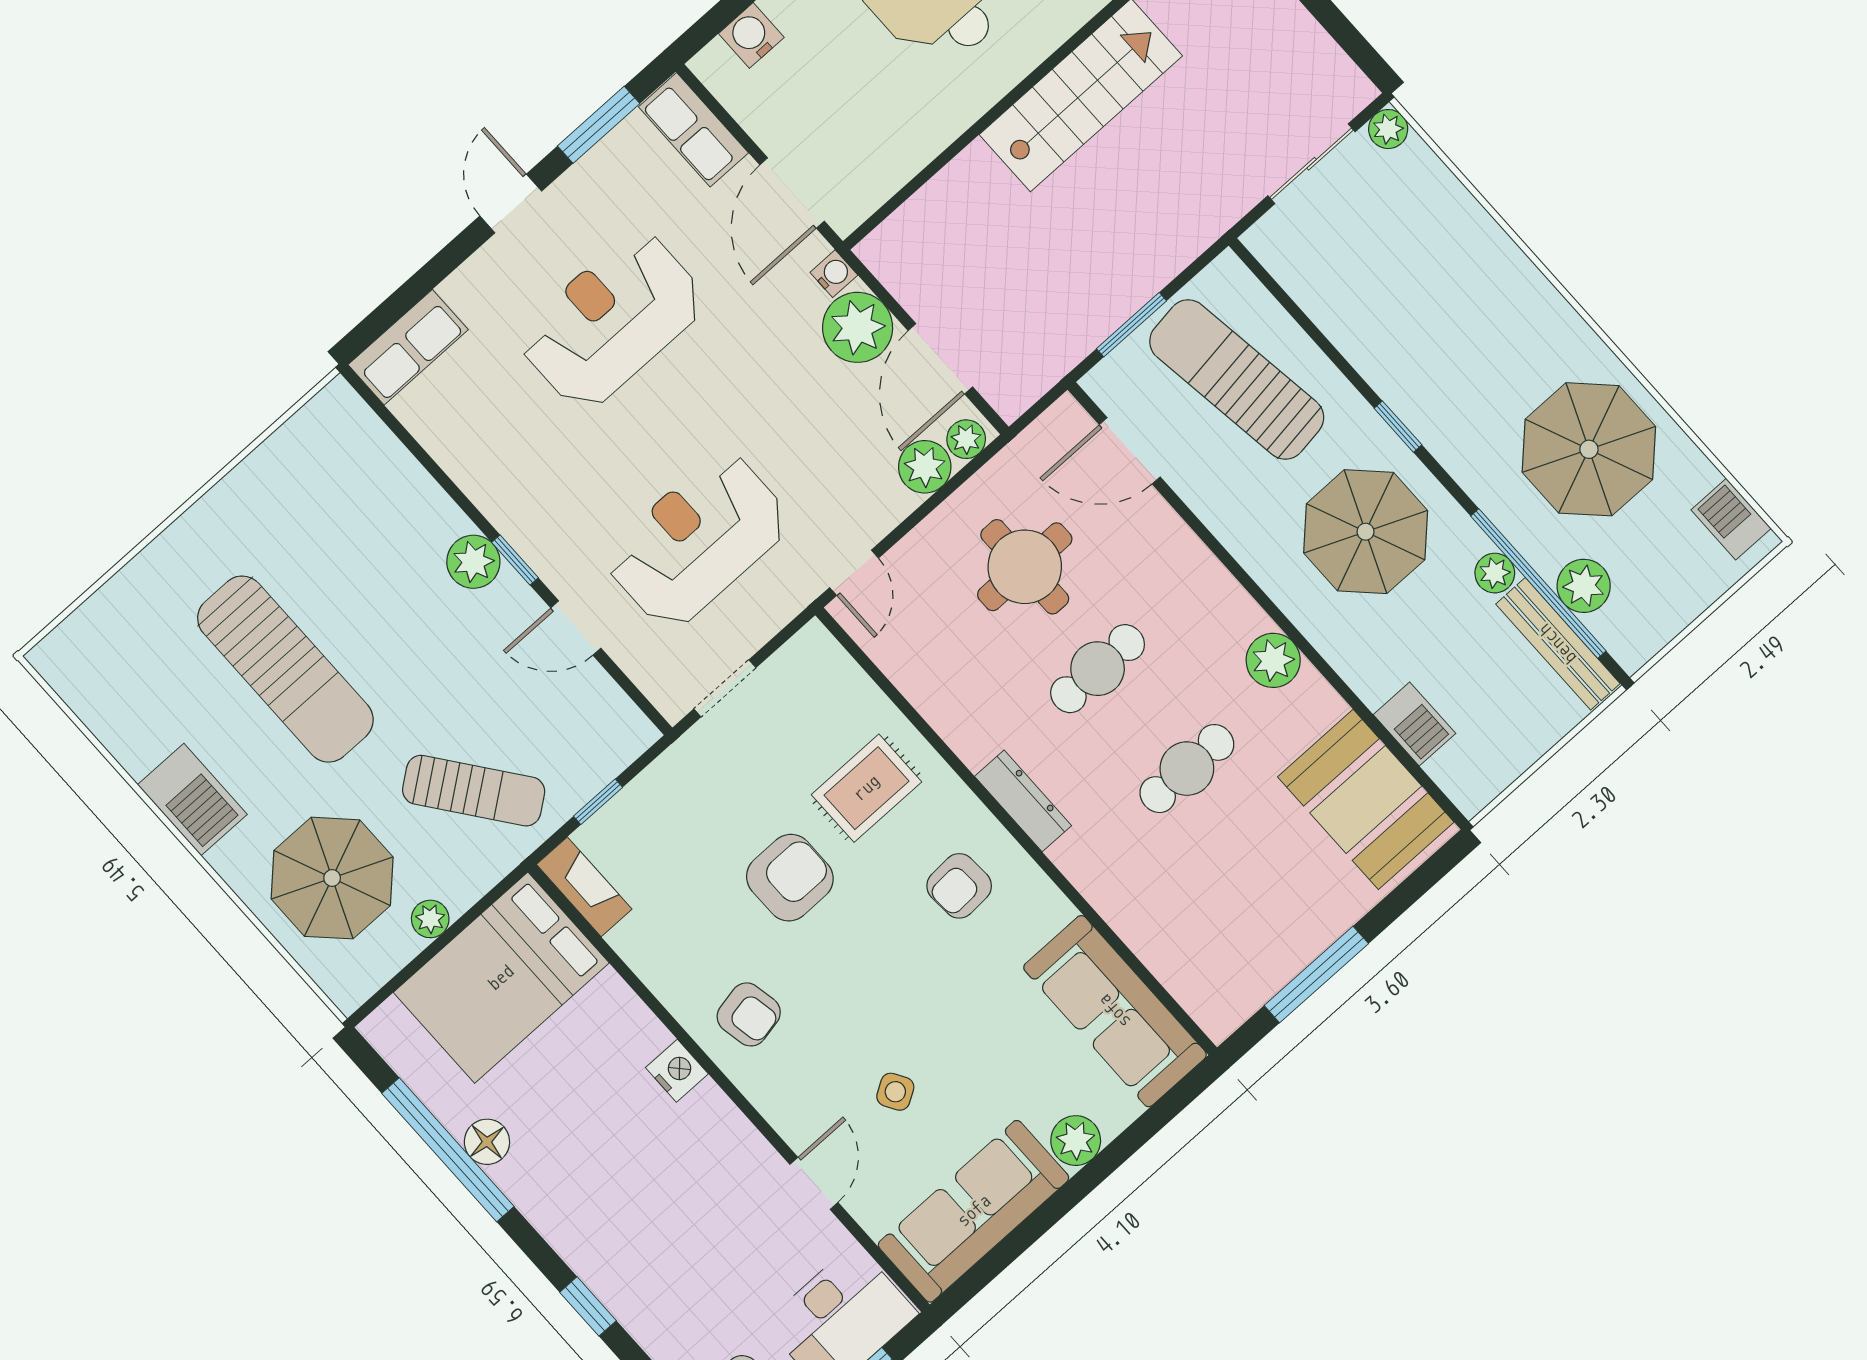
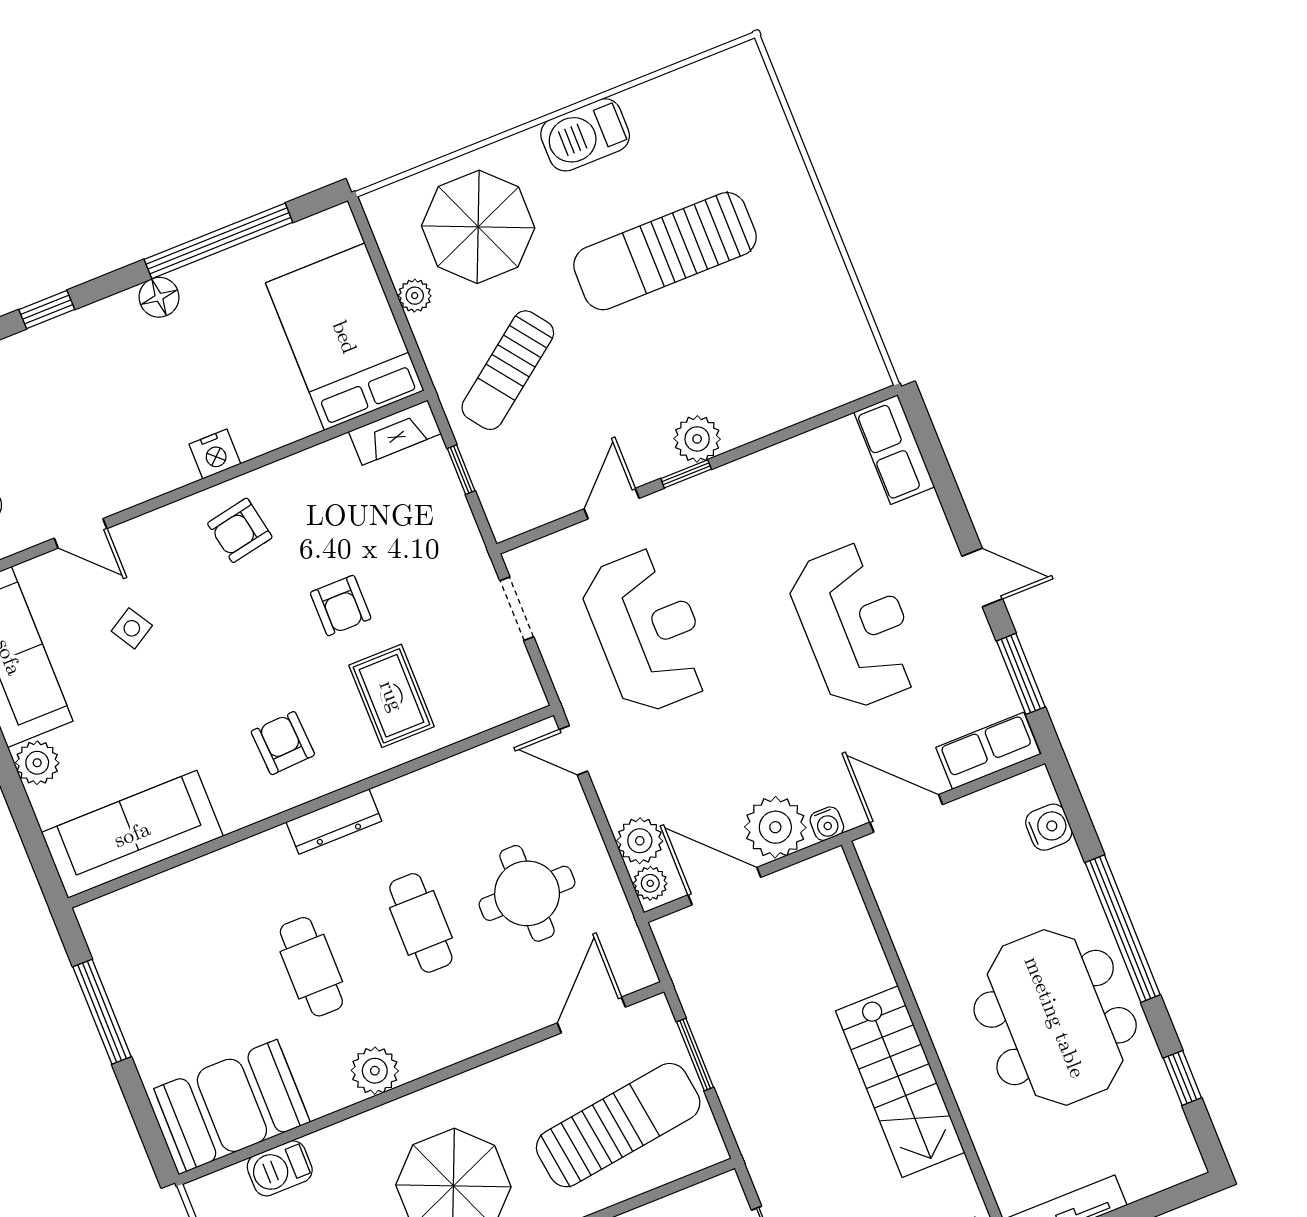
armchair: (790, 878) -> (341, 606), width x0.72, depth x0.72
floor lamp: (487, 1142) -> (159, 297), moved

